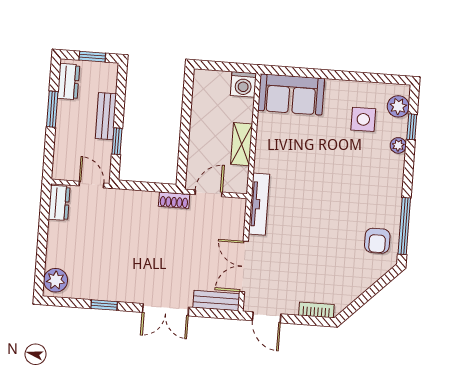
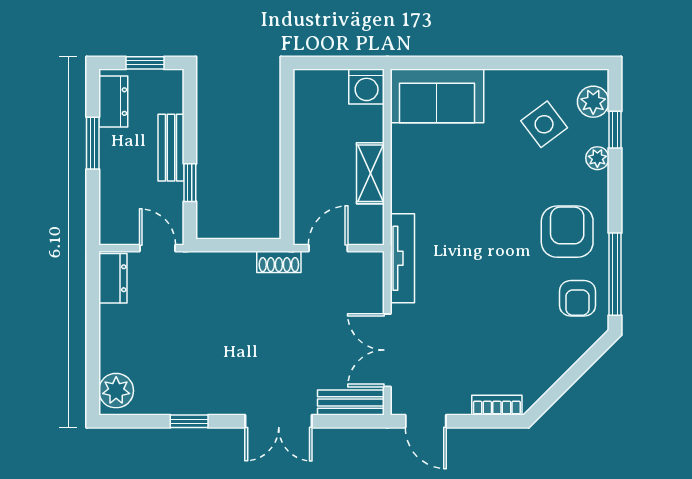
side table: (363, 119) -> (544, 124), turned -37
armchair: (374, 194) -> (567, 232), added

